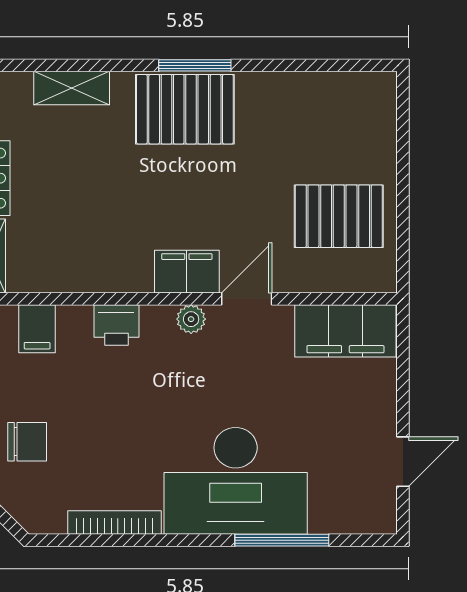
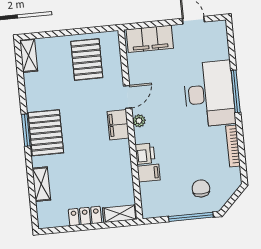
shelving: (360, 88) -> (29, 55), added
door: (247, 299) -> (128, 97), swing flipped
filing cabinet: (37, 329) -> (149, 173), moved
filing cabinet: (345, 331) -> (150, 39), moved, turned 90
window: (282, 540) -> (236, 91), moved

